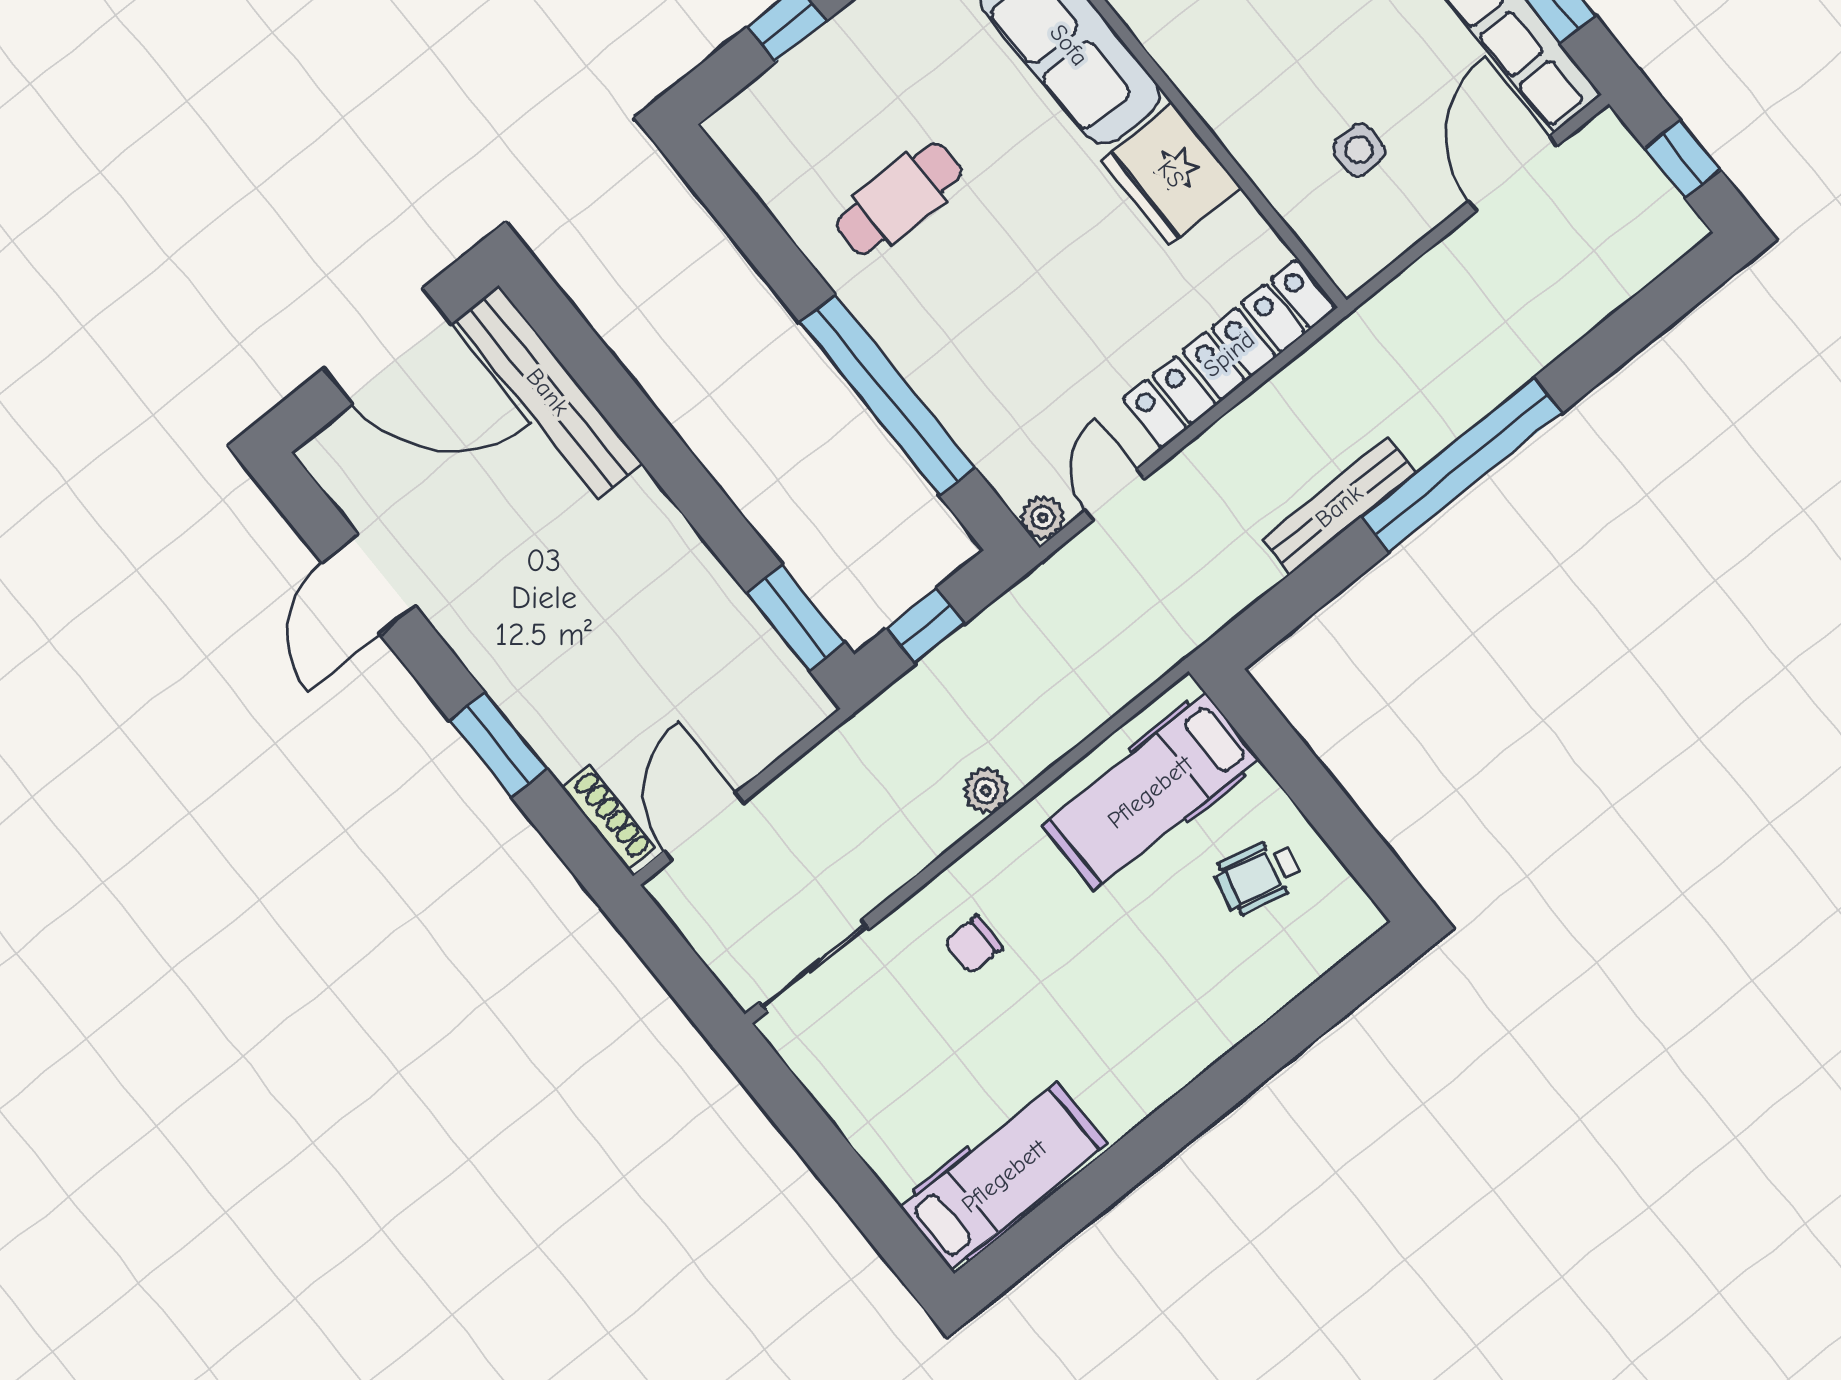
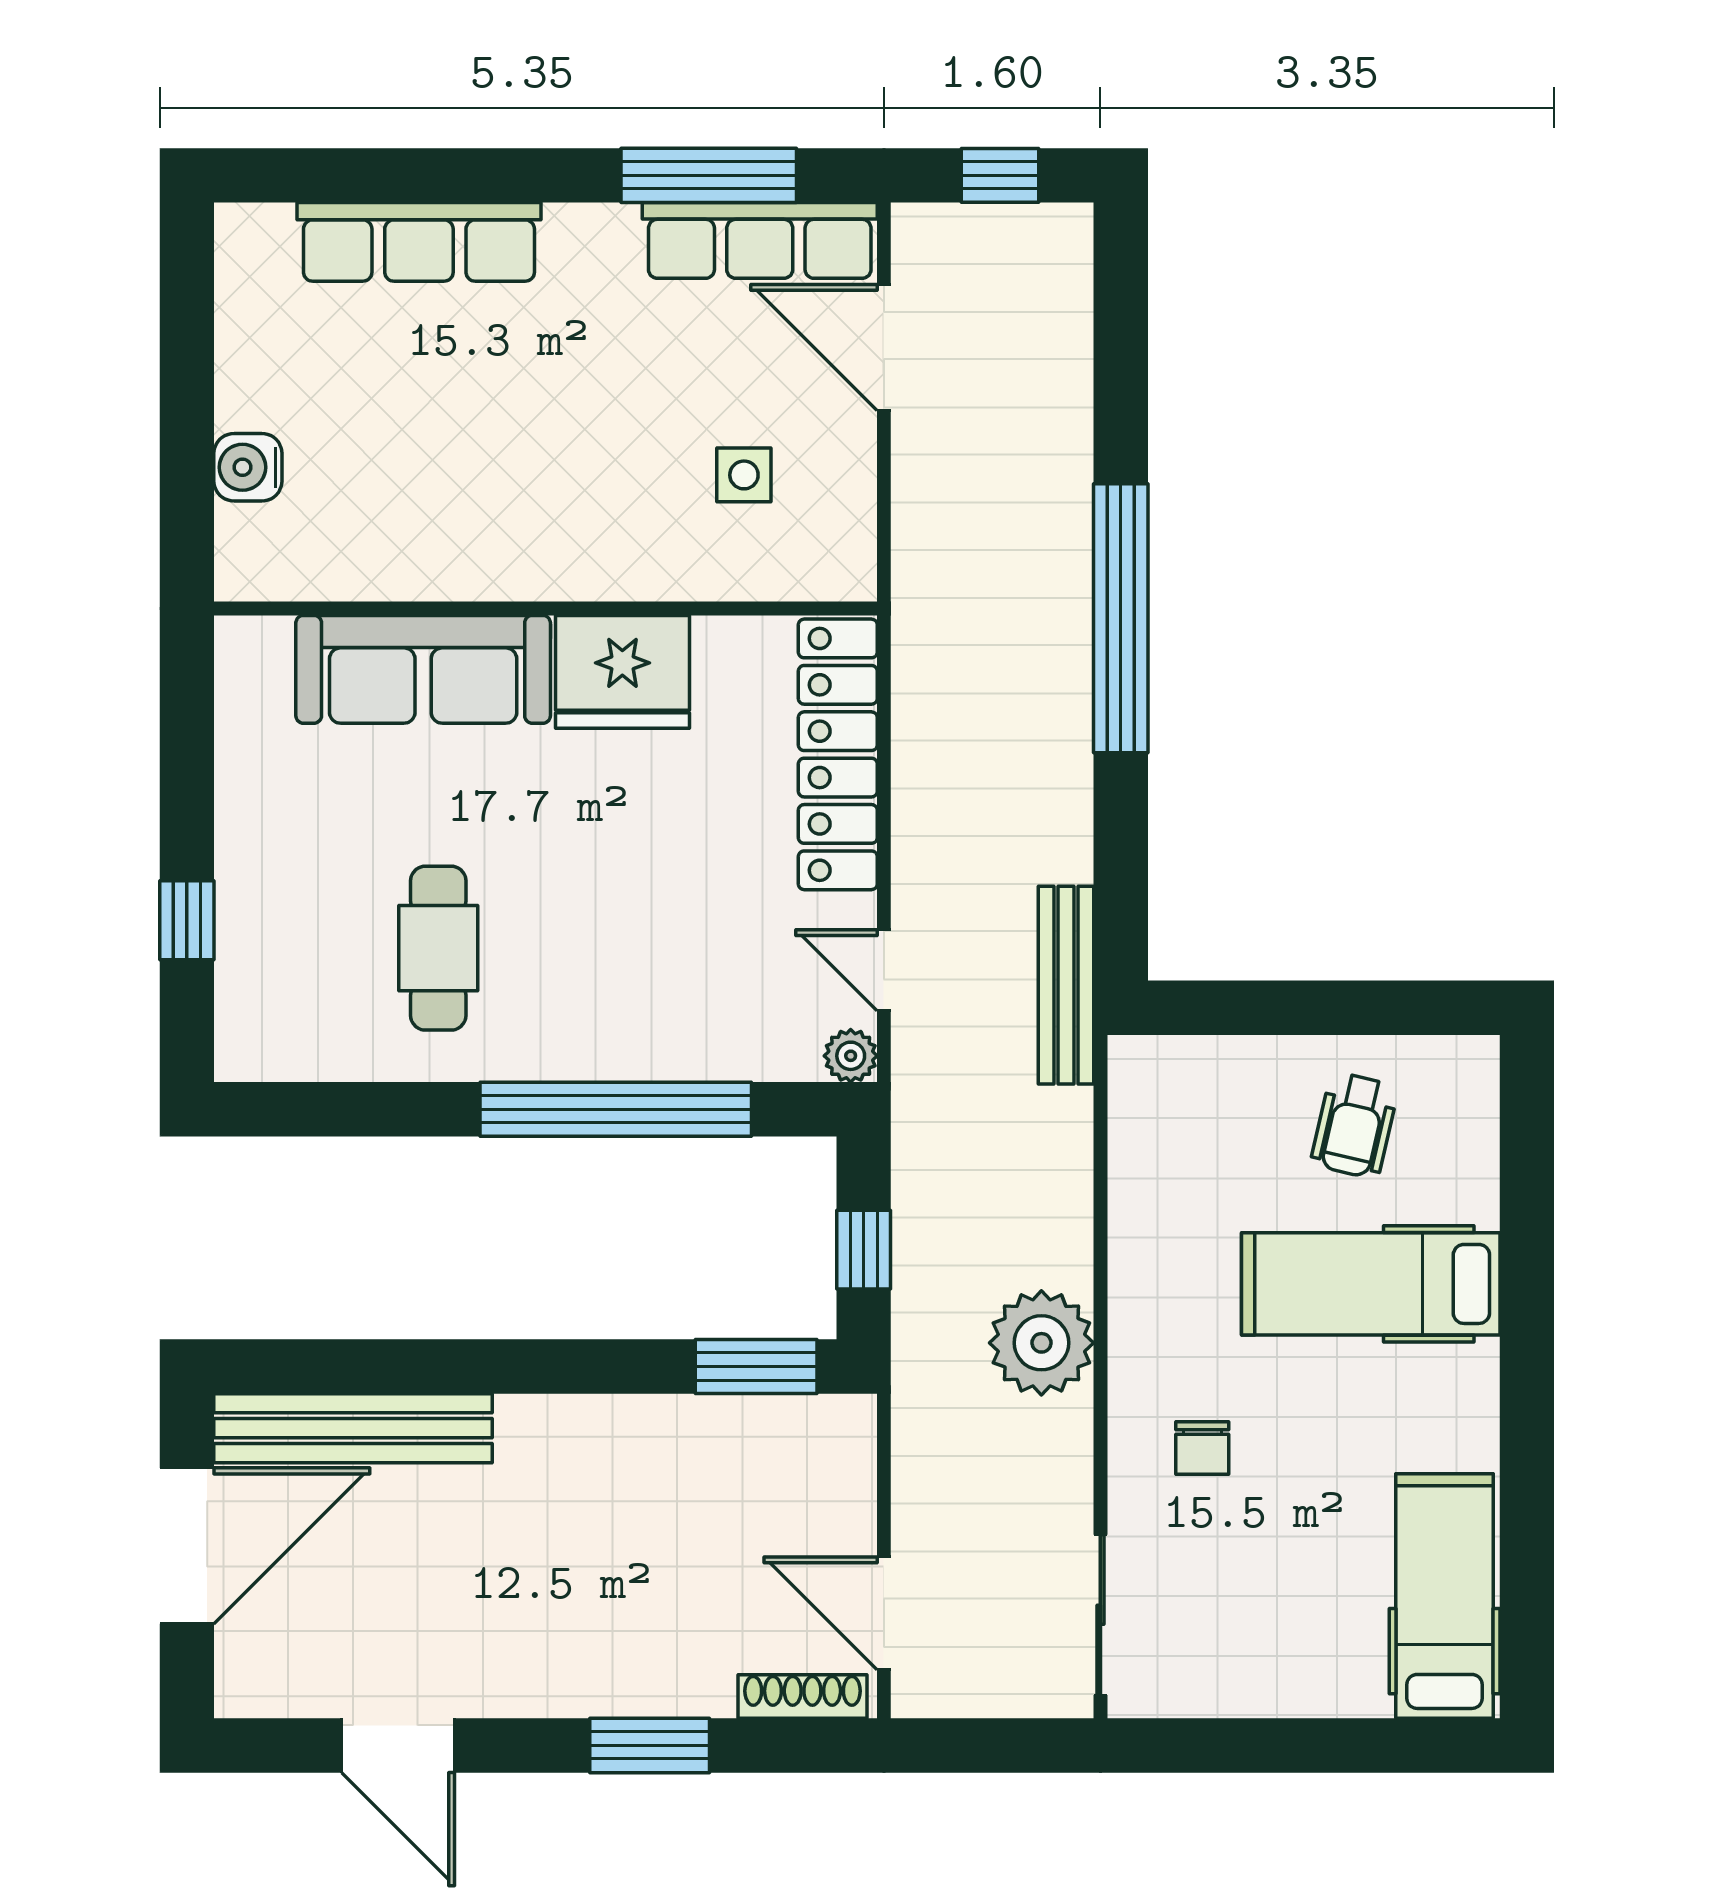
bench: (1339, 506) -> (1066, 985), moved
plant: (986, 791) -> (1041, 1343), width x1.88, depth x1.88
hospital bed: (1150, 792) -> (1371, 1284), moved, turned 90

